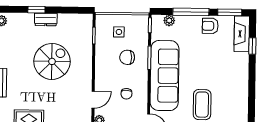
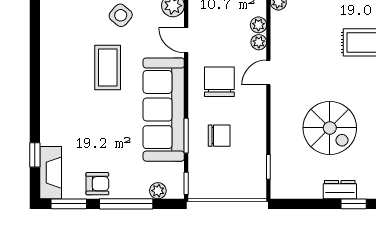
side table: (119, 32) -> (232, 173), removed
spiral stairs: (52, 61) -> (330, 128), turned -90
chair: (126, 94) -> (219, 82), width x1.87, depth x1.87

